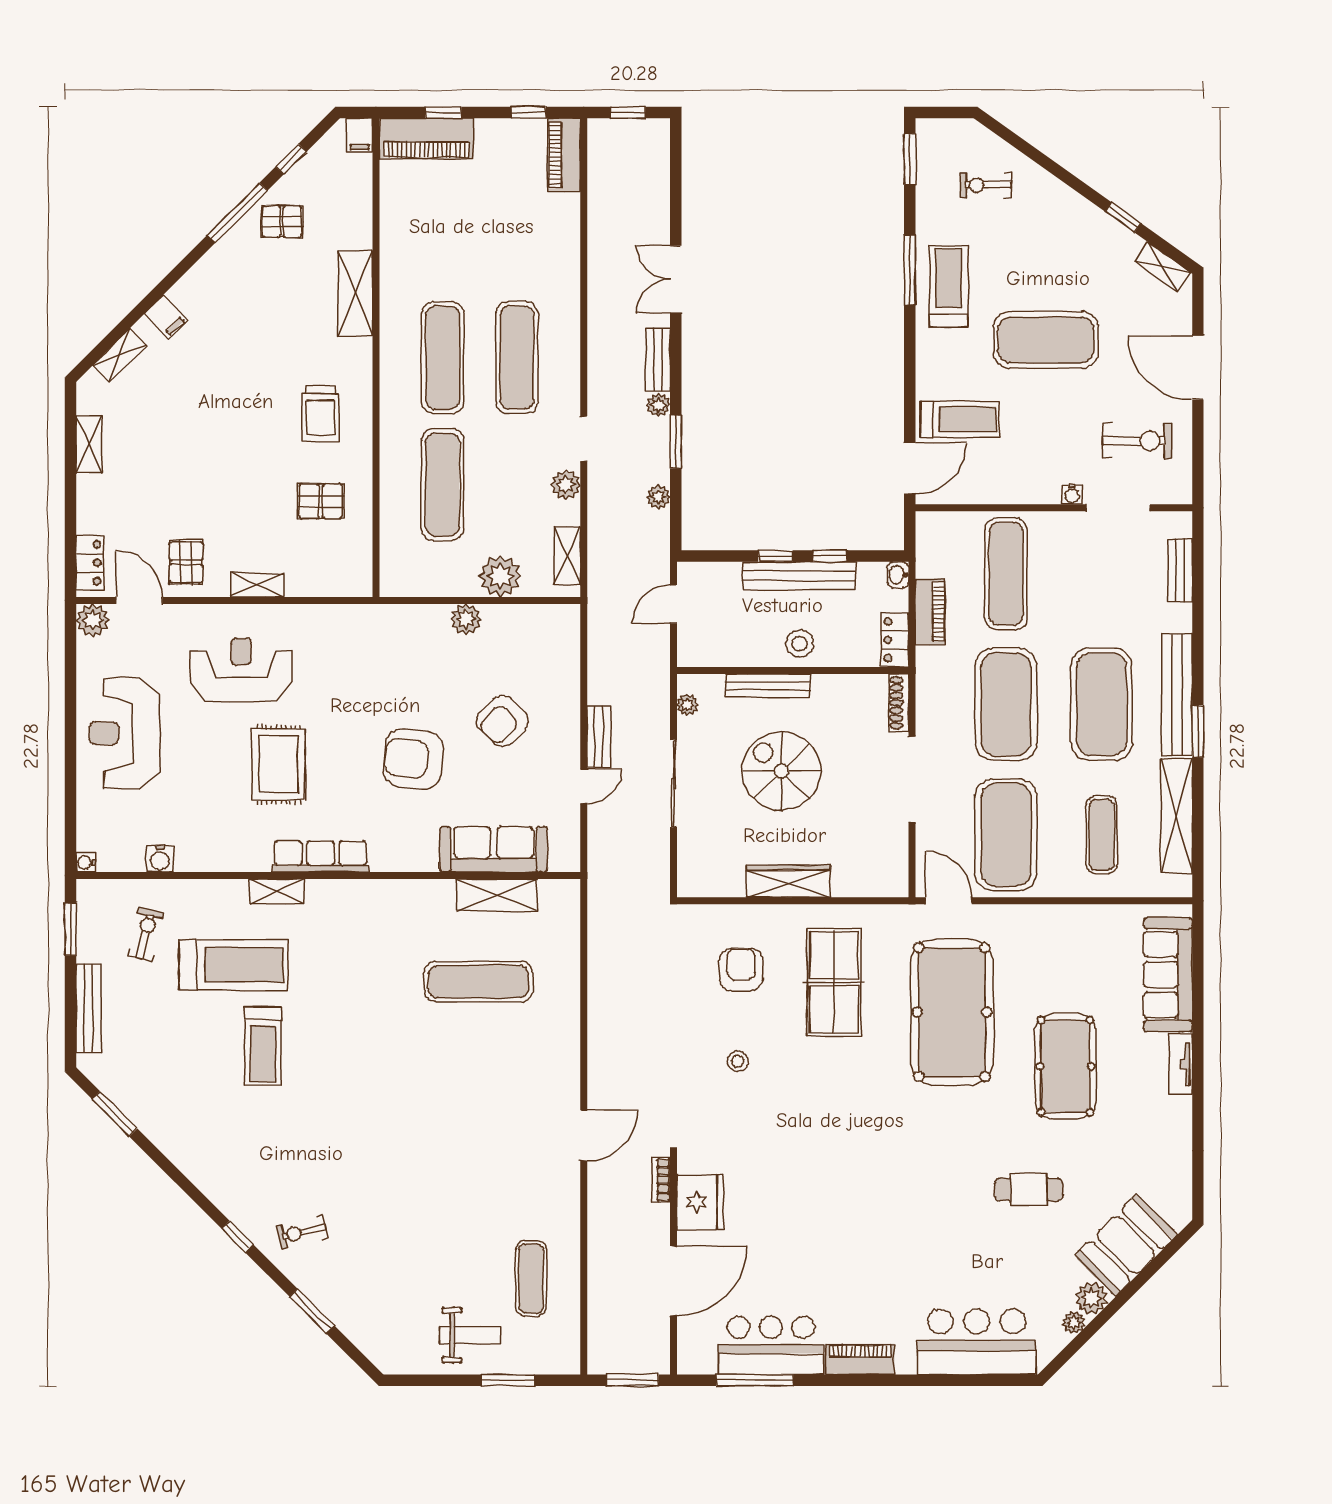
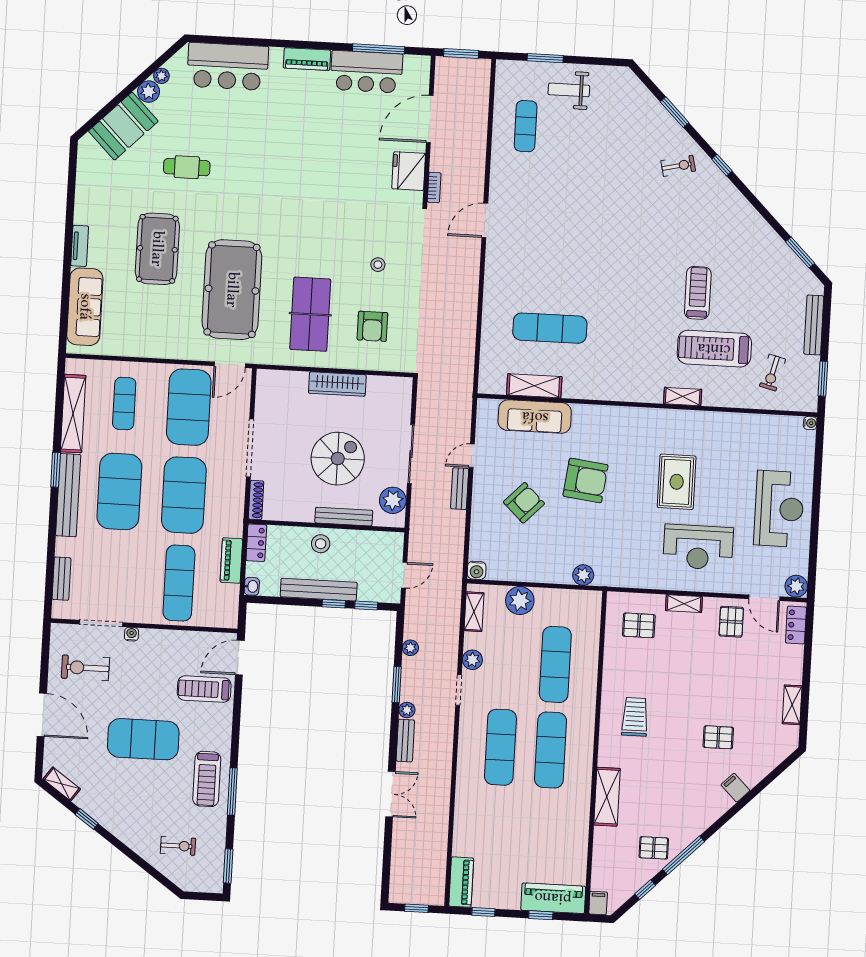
shelving: (120, 355) -> (768, 764), removed
pallet: (196, 390) -> (718, 737), added
pallet: (321, 501) -> (639, 625), moved
window: (830, 556) -> (366, 606), moved
plant: (466, 619) -> (583, 575), moved
plant: (687, 705) -> (393, 500), width x1.88, depth x1.88
spiral stairs: (781, 771) -> (338, 459), turned -90
row of seats: (320, 856) -> (652, 418), removed
water cooler: (160, 859) -> (477, 570), moved, turned 180
door: (949, 901) -> (230, 365), hinge flipped

